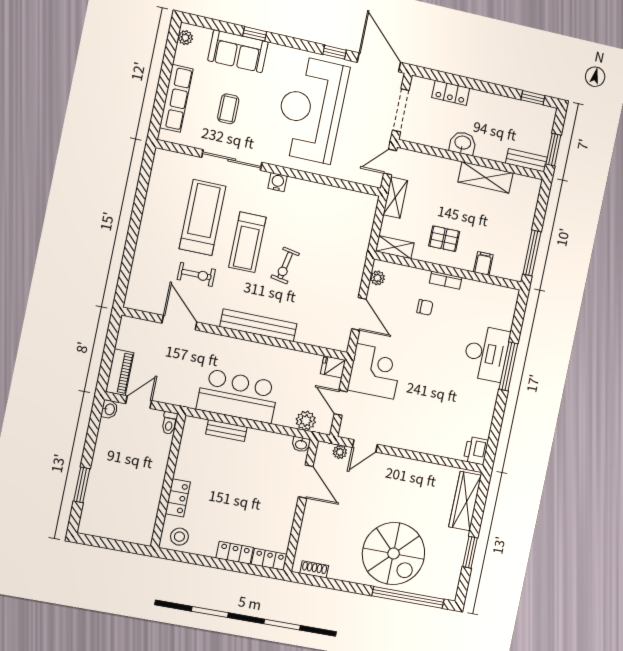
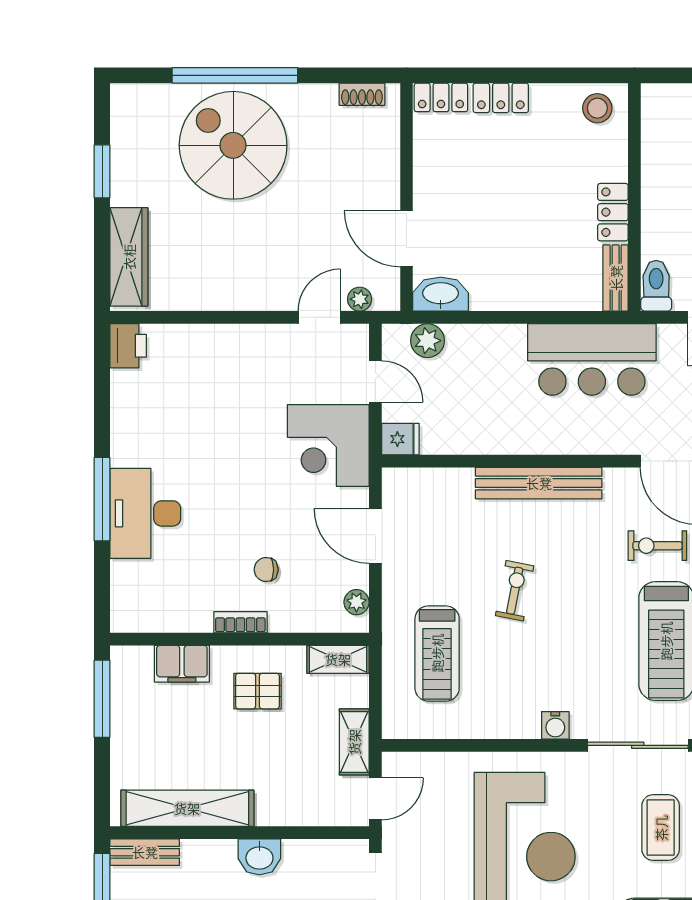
coffee table: (228, 109) -> (661, 828), width x1.36, depth x1.30
shelving: (486, 177) -> (187, 808), width x1.47
treadmill: (247, 242) -> (437, 653), moved, turned 180
filing cabinet: (483, 263) -> (182, 664), width x2.00
bar counter: (238, 396) -> (592, 359), moved
toilet: (169, 423) -> (656, 286), width x1.37, depth x1.39
bench: (226, 431) -> (616, 278), moved, turned 90
washbasin: (301, 444) -> (441, 294), width x1.91, depth x1.45
locker: (178, 498) -> (613, 212), moved
window: (408, 597) -> (235, 75), moved

